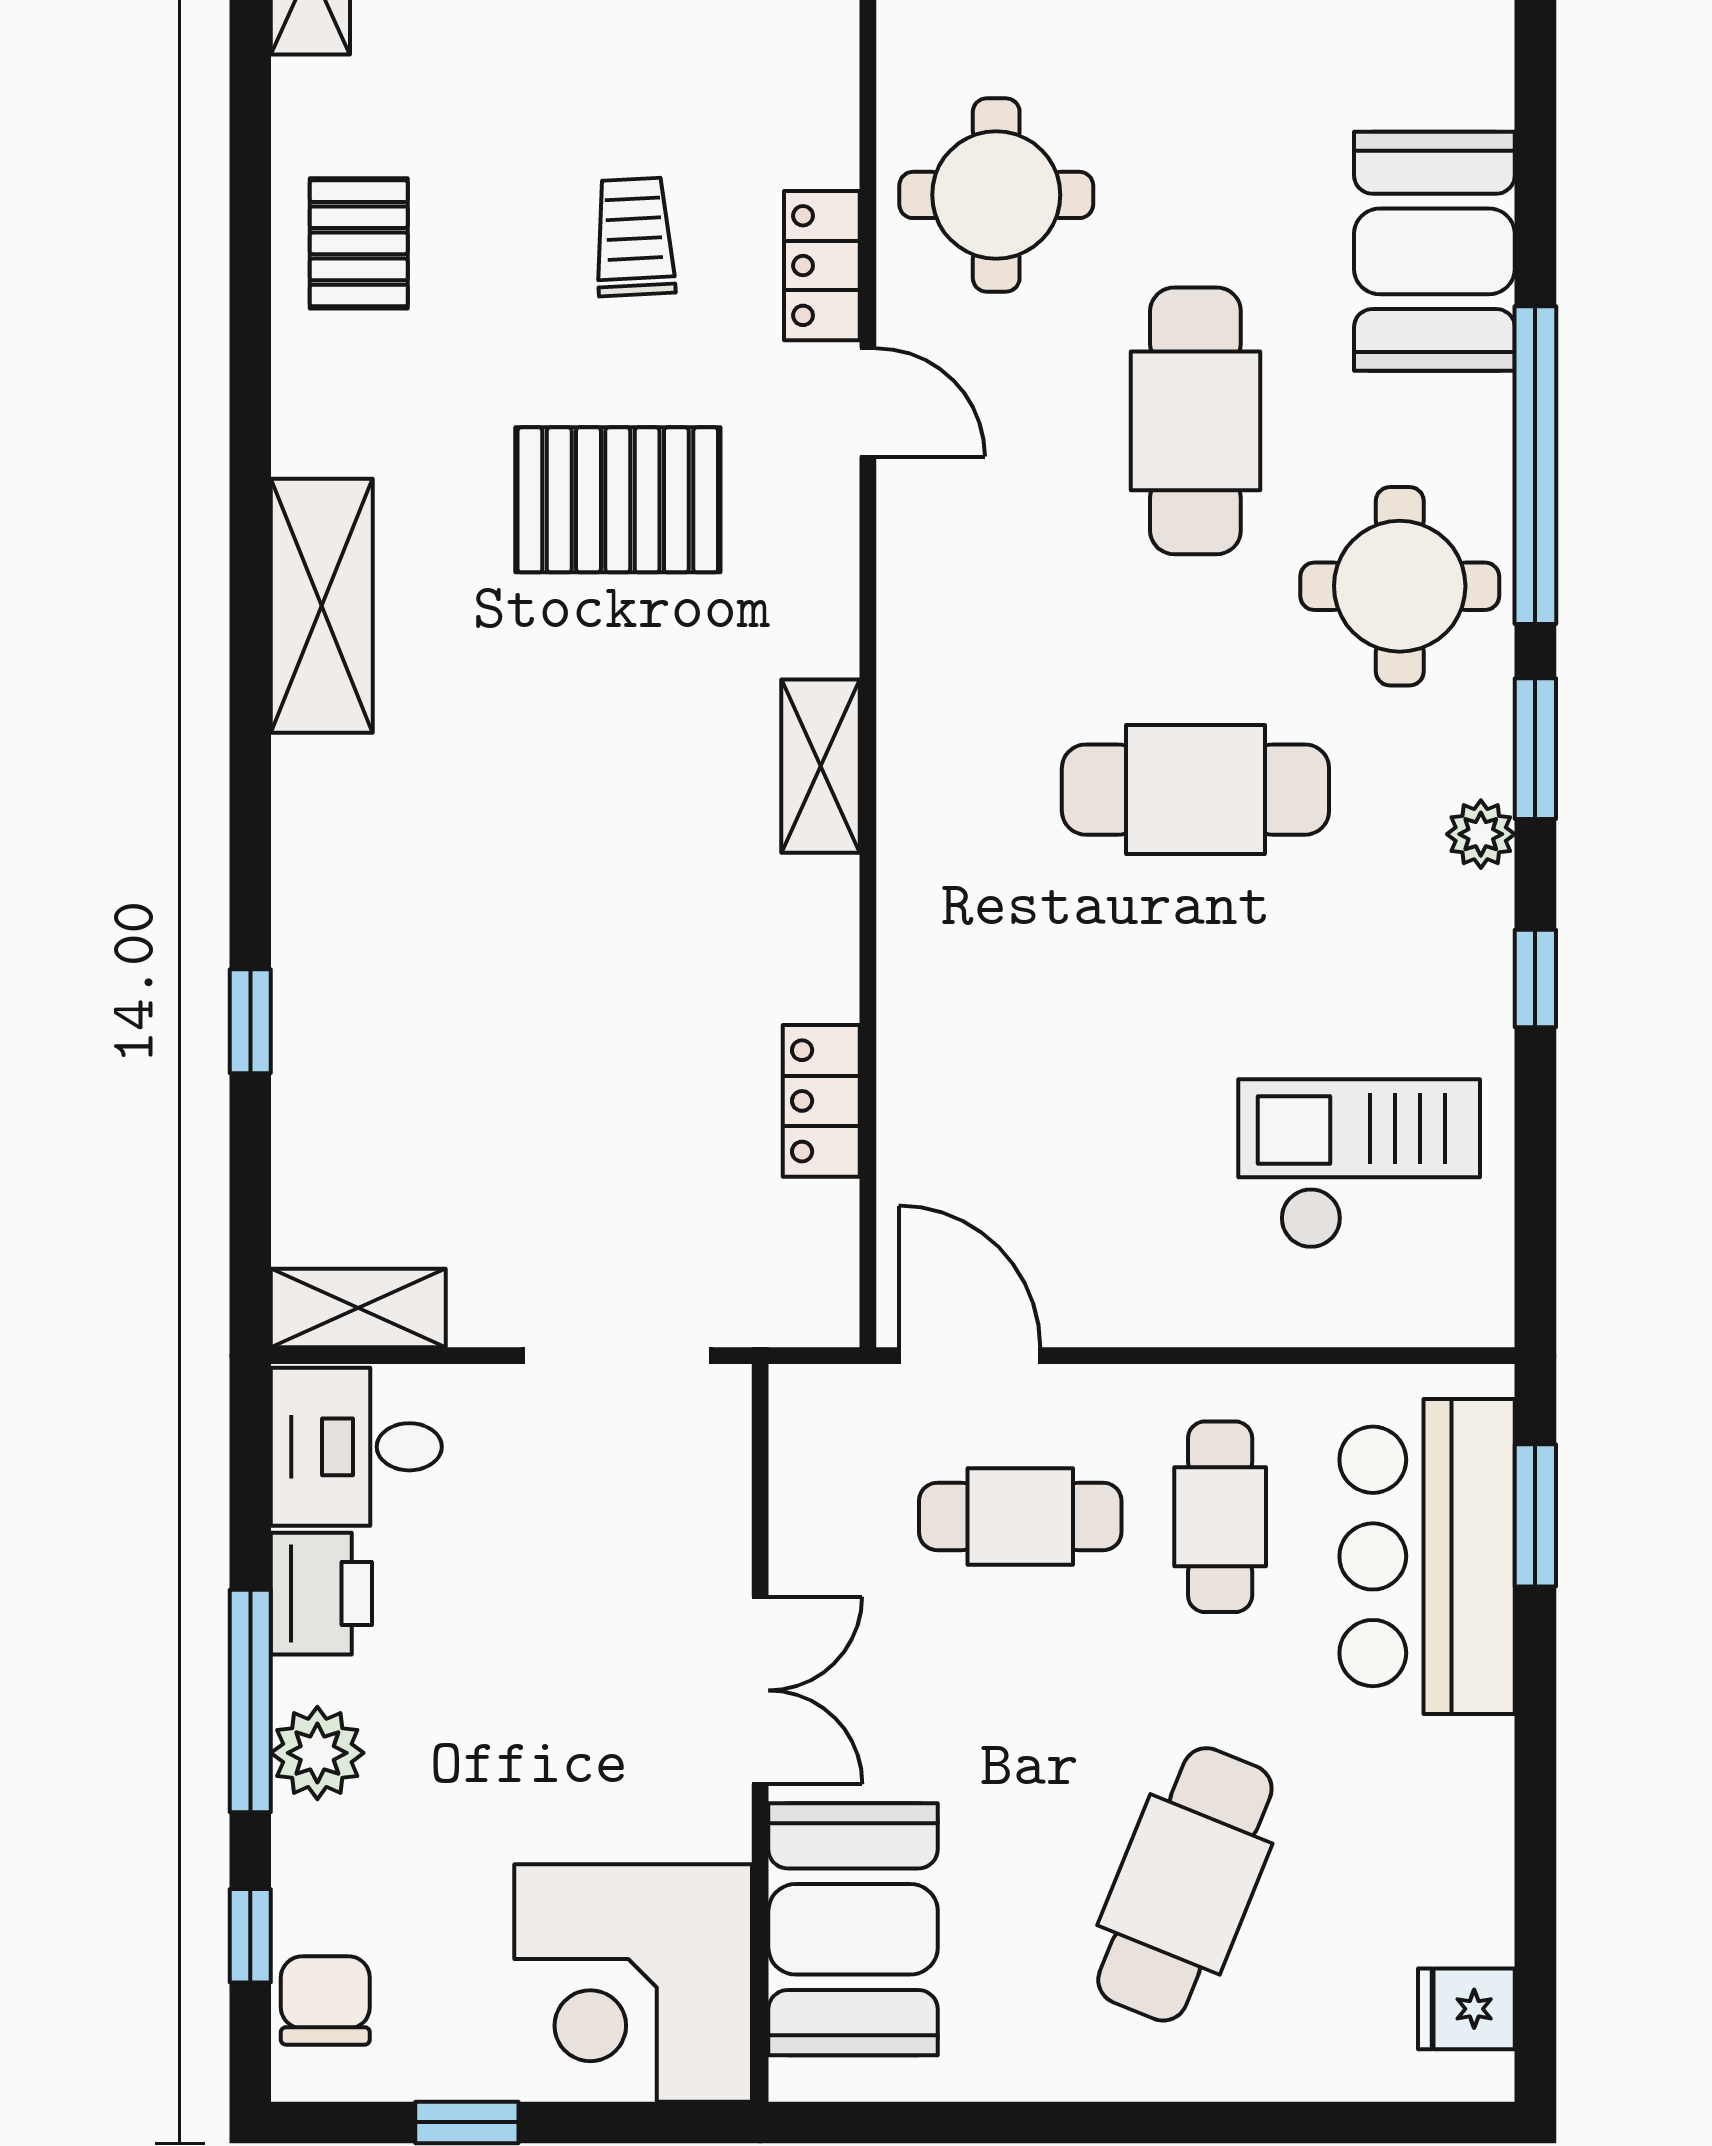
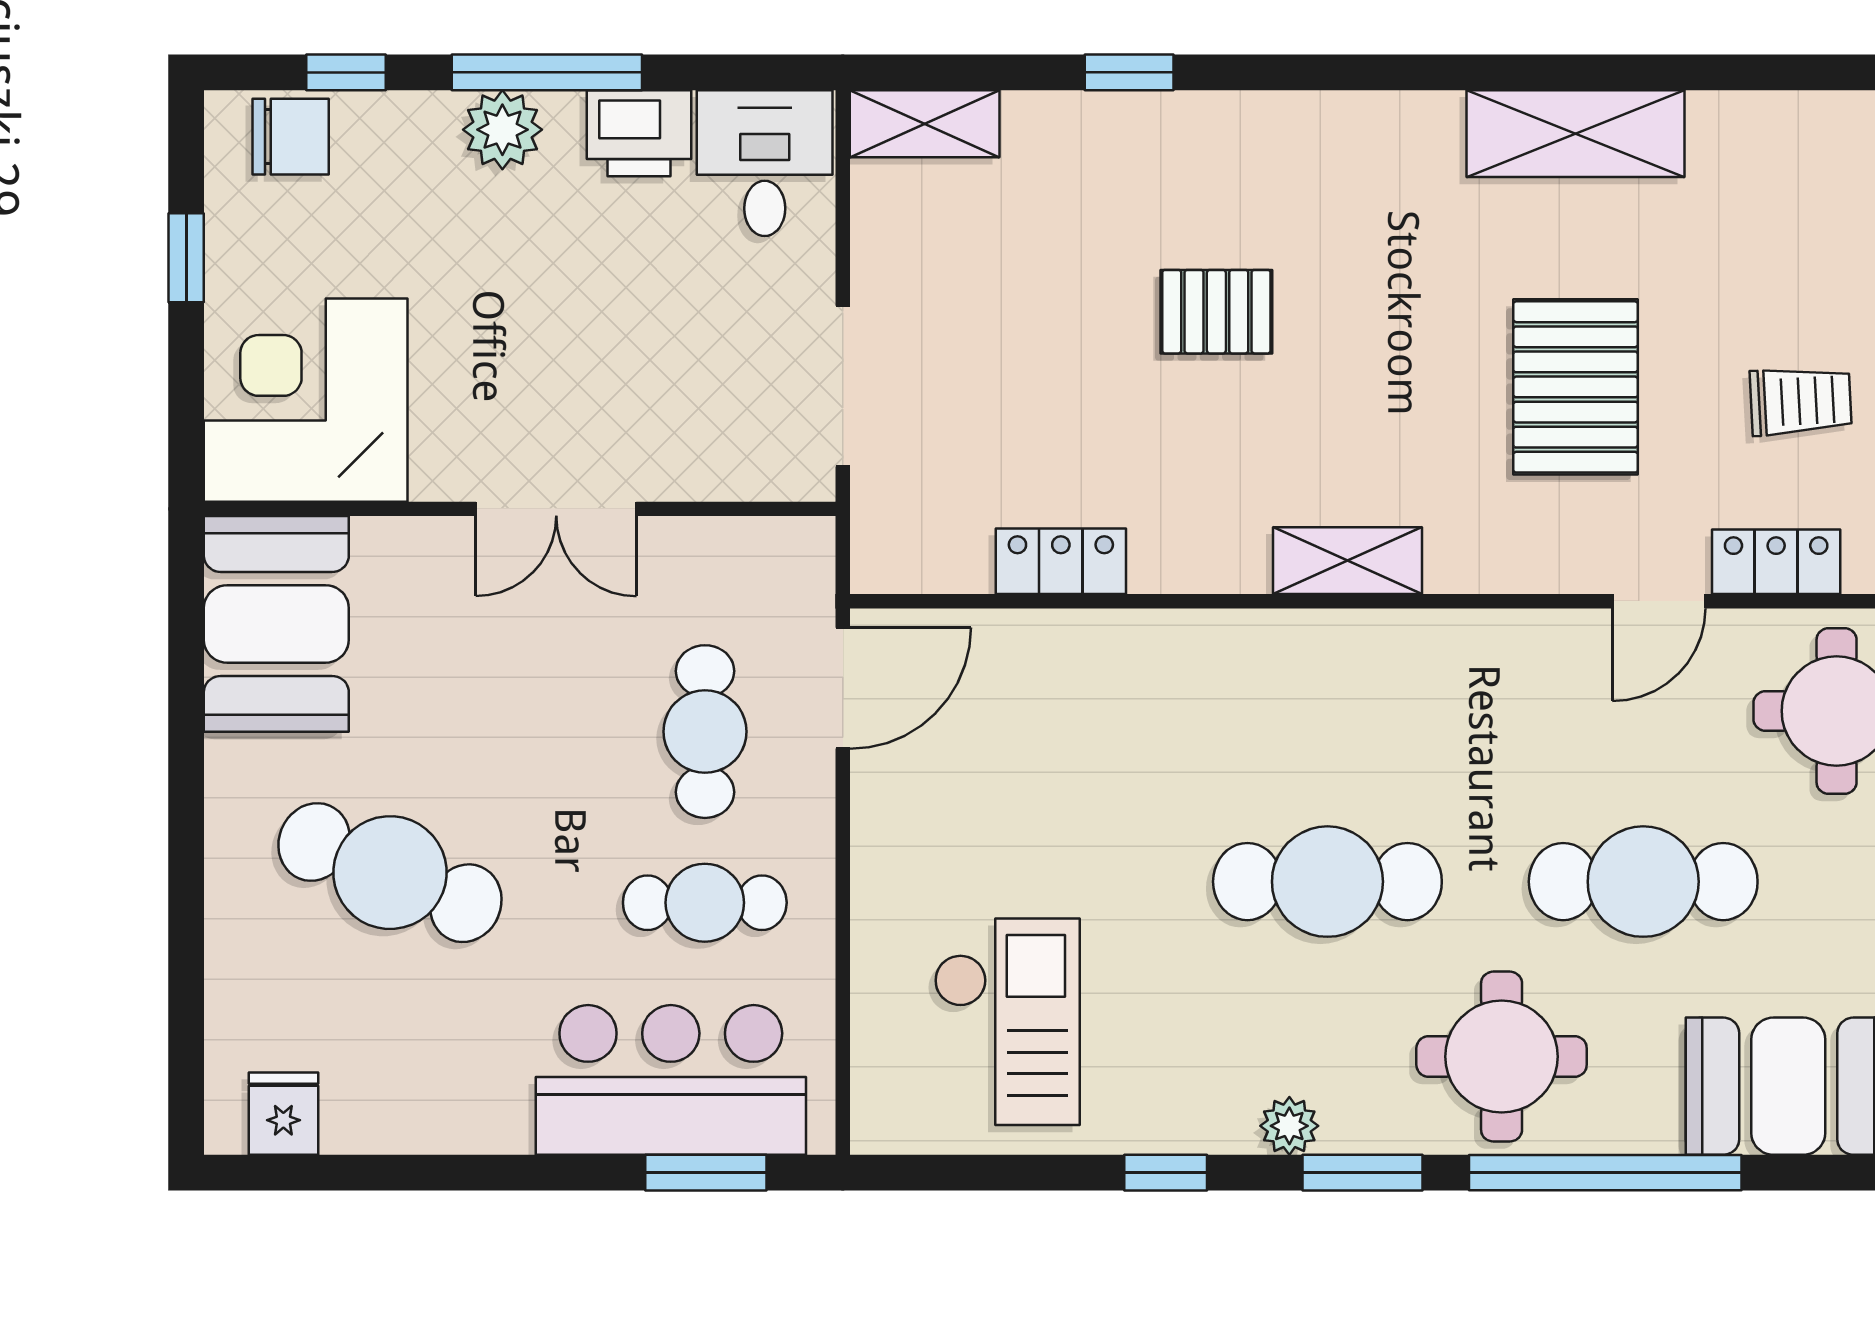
pallet: (359, 243) -> (1216, 312), moved
shelving: (322, 606) -> (1576, 134), moved
cafe table: (1195, 790) -> (1327, 882), turned 90
shelving: (358, 1308) -> (925, 124), moved, turned 90
booth: (853, 1929) -> (276, 624), moved, turned 90

